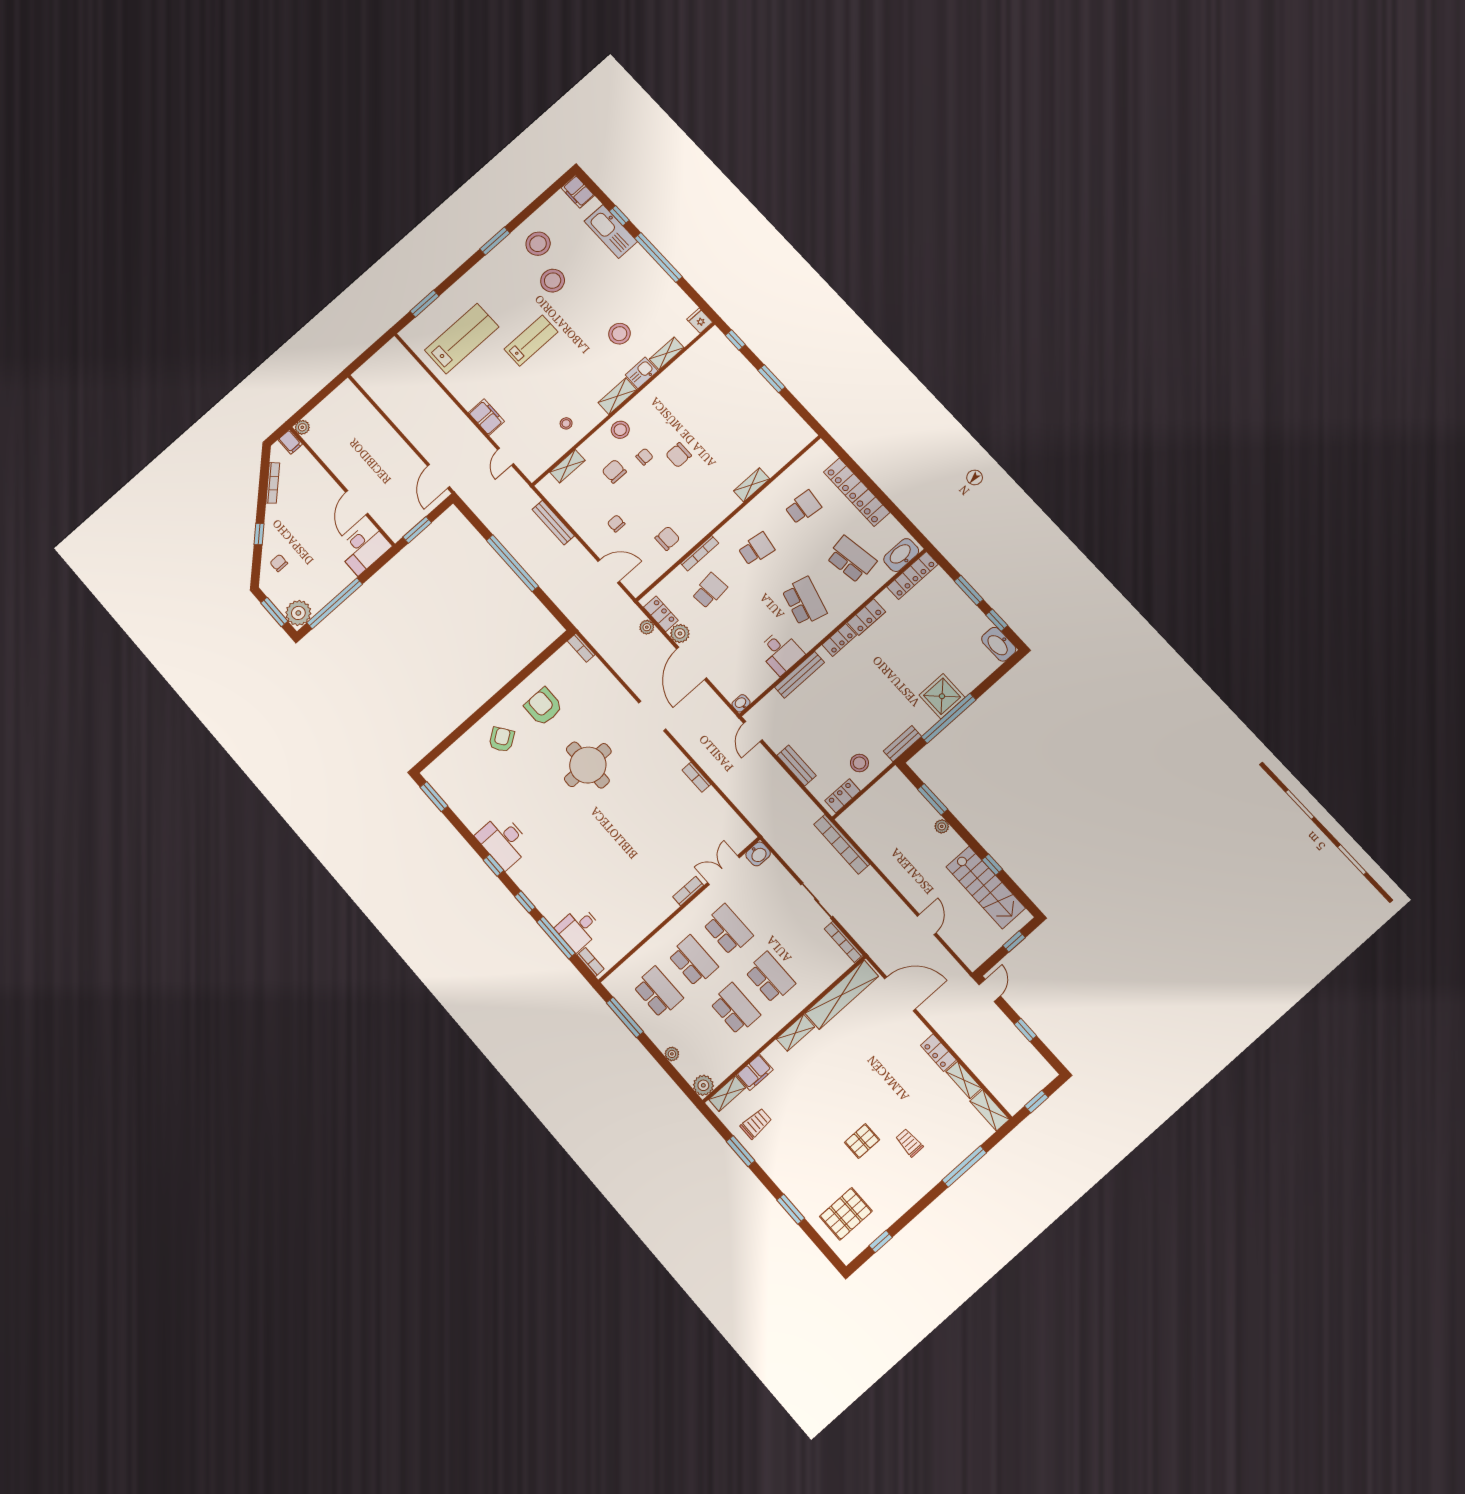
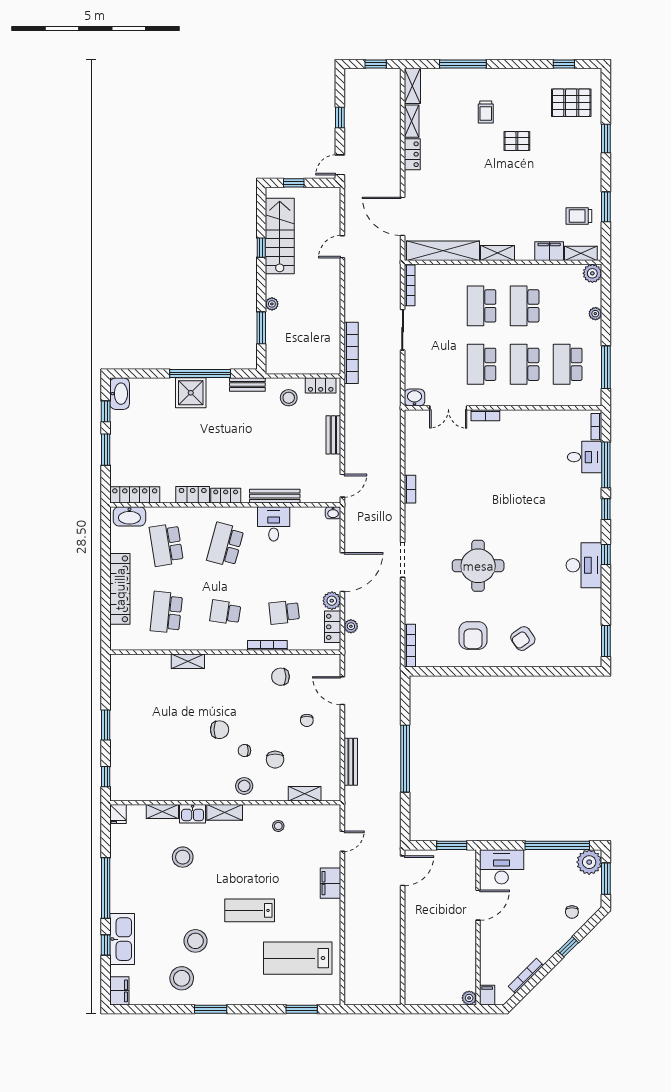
school desk: (803, 507) -> (166, 612), width x1.85
bookcase: (581, 648) -> (410, 646), width x1.56

